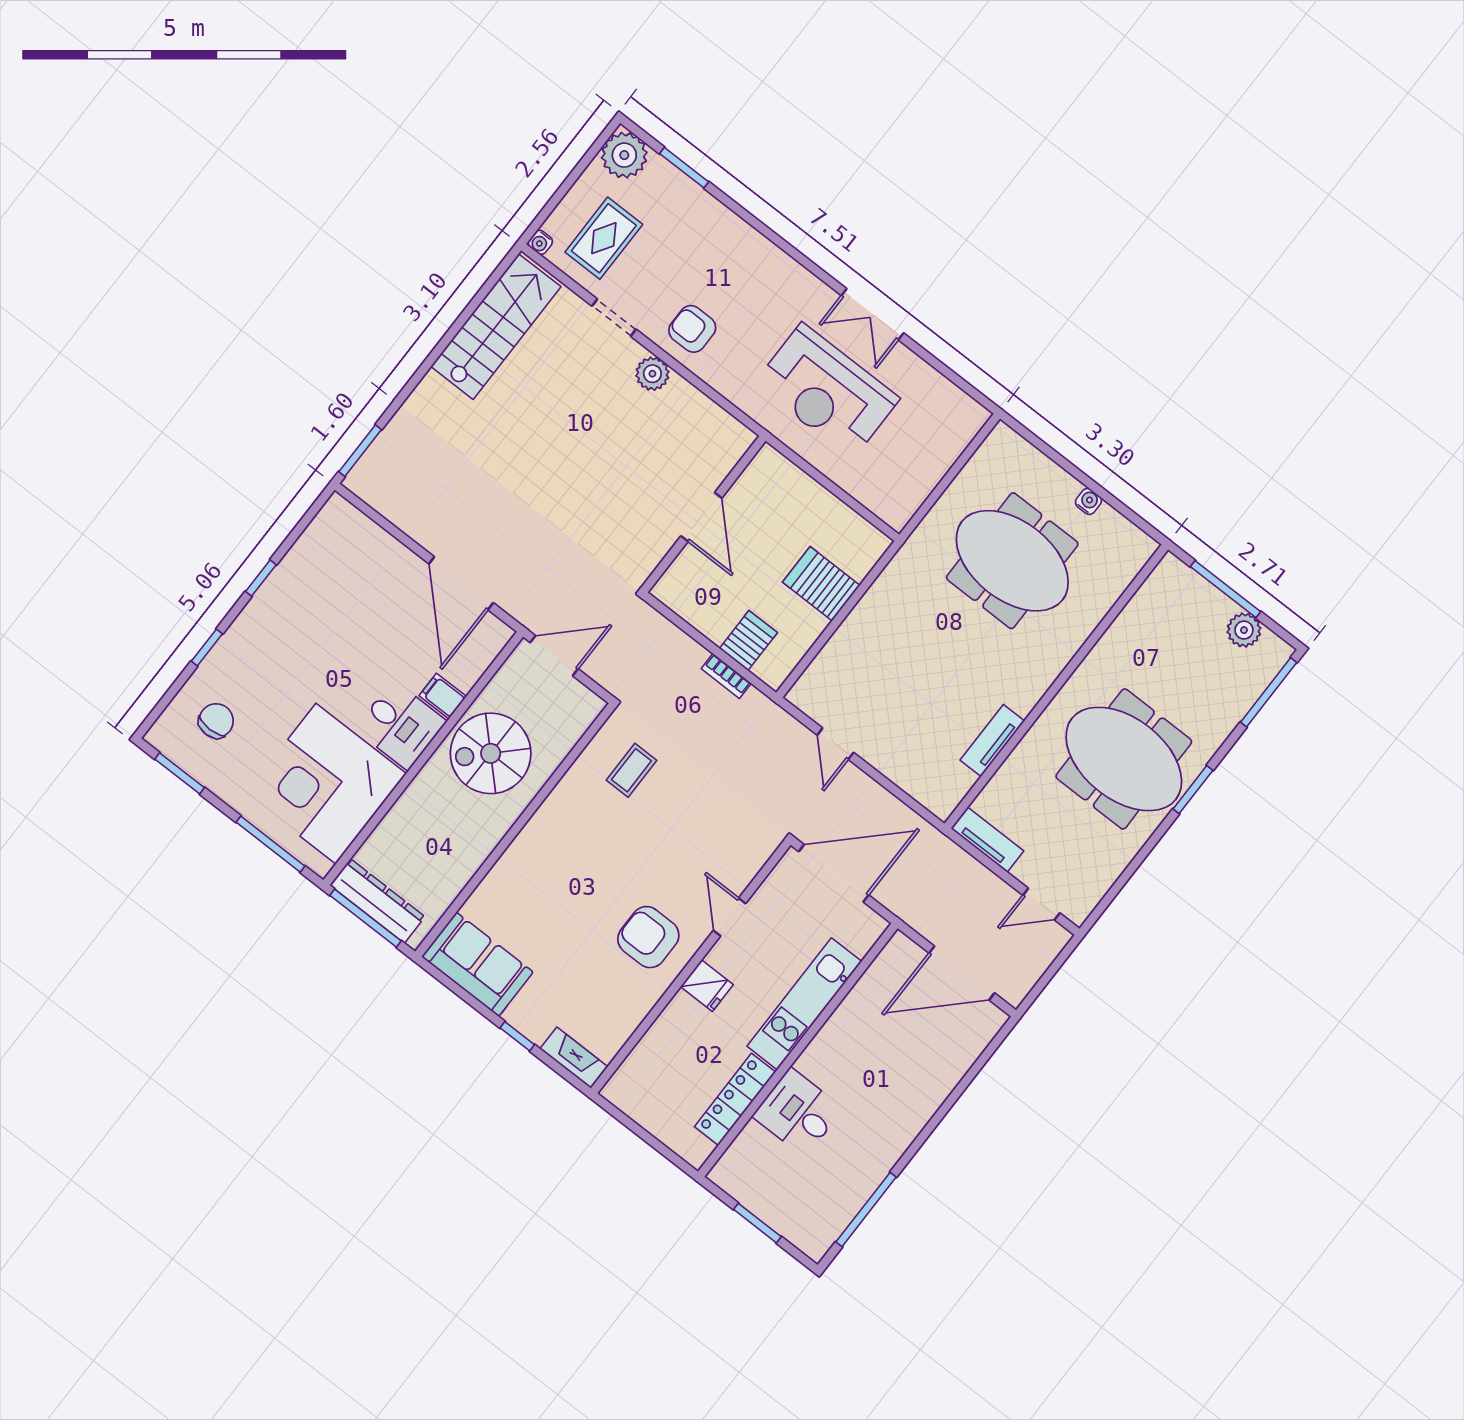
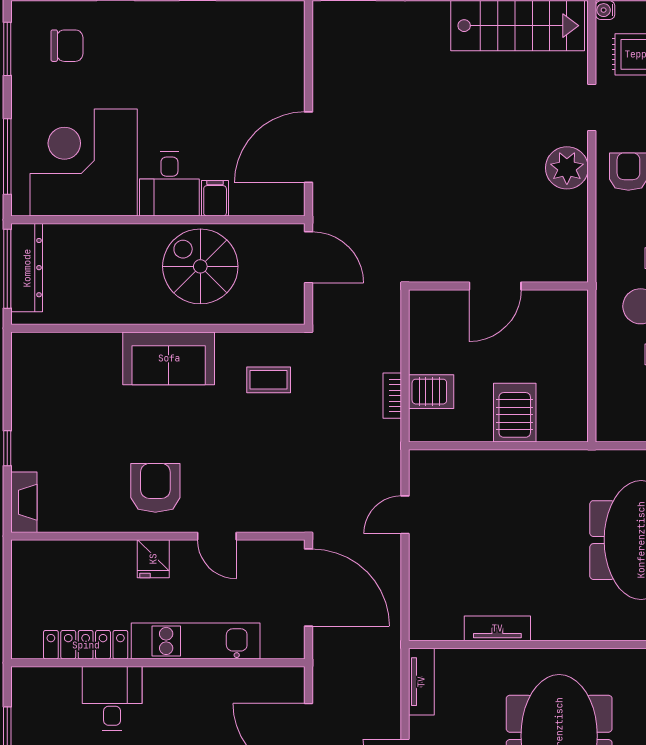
plant: (652, 374) -> (567, 168), width x1.36, depth x1.36
door: (730, 917) -> (217, 536), swing flipped
sofa: (477, 964) -> (169, 358), moved, turned 90

